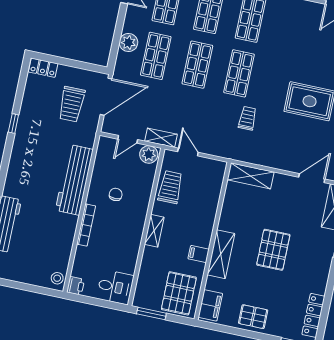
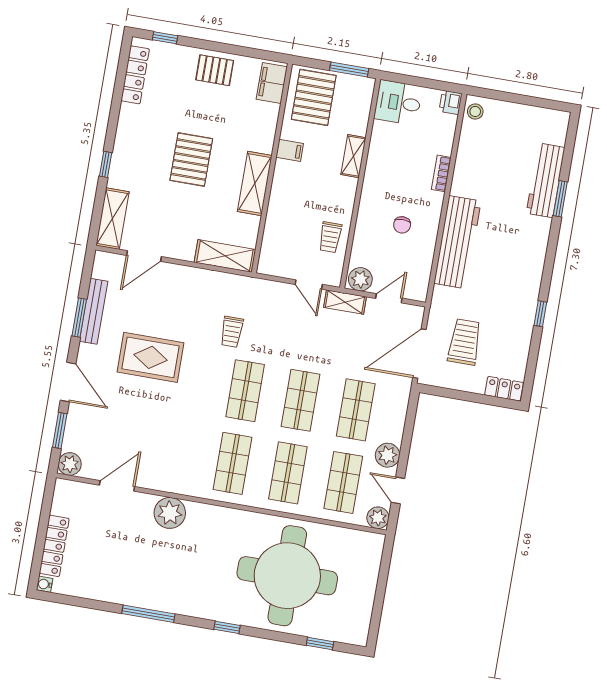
plant: (128, 43) -> (388, 455), moved
trolley: (170, 187) -> (330, 237), width x0.73, depth x0.72
bookcase: (86, 225) -> (441, 173), width x0.64
shelving: (154, 231) -> (353, 156), moved
shelving: (221, 254) -> (255, 183), moved

